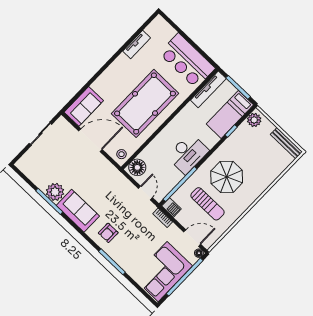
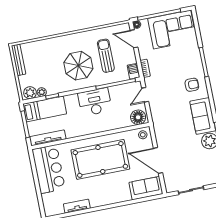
plant: (244, 128) -> (42, 92), added

